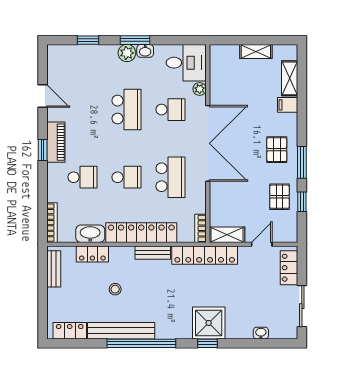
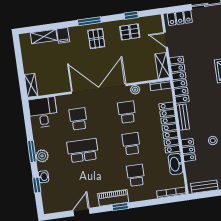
washbasin: (145, 51) -> (43, 177), moved
shelving: (256, 51) -> (31, 85), moved
plant: (200, 89) -> (135, 90), moved
pallet: (277, 150) -> (96, 39), turned 90
window: (302, 162) -> (89, 21), moved
school desk: (170, 177) -> (127, 112), width x0.54
locker: (92, 254) -> (188, 150), moved

